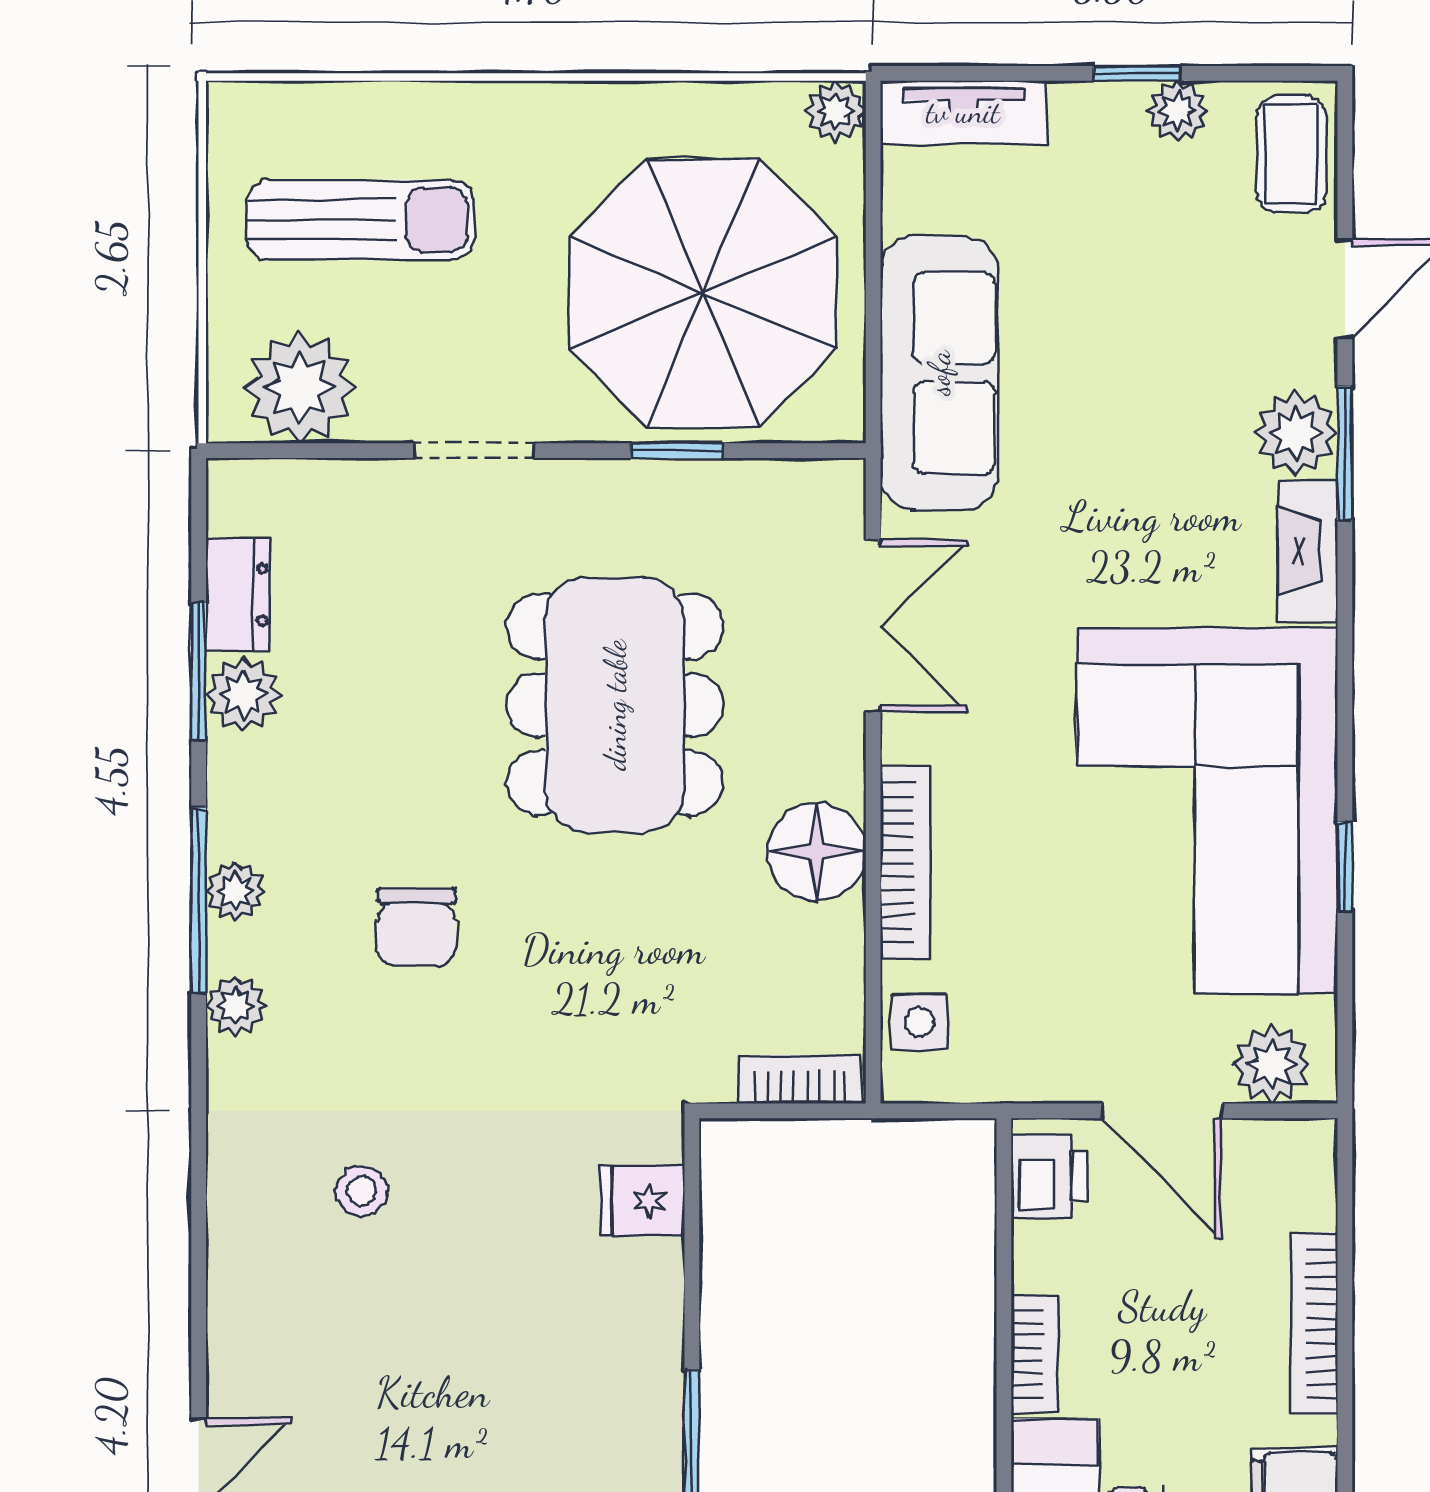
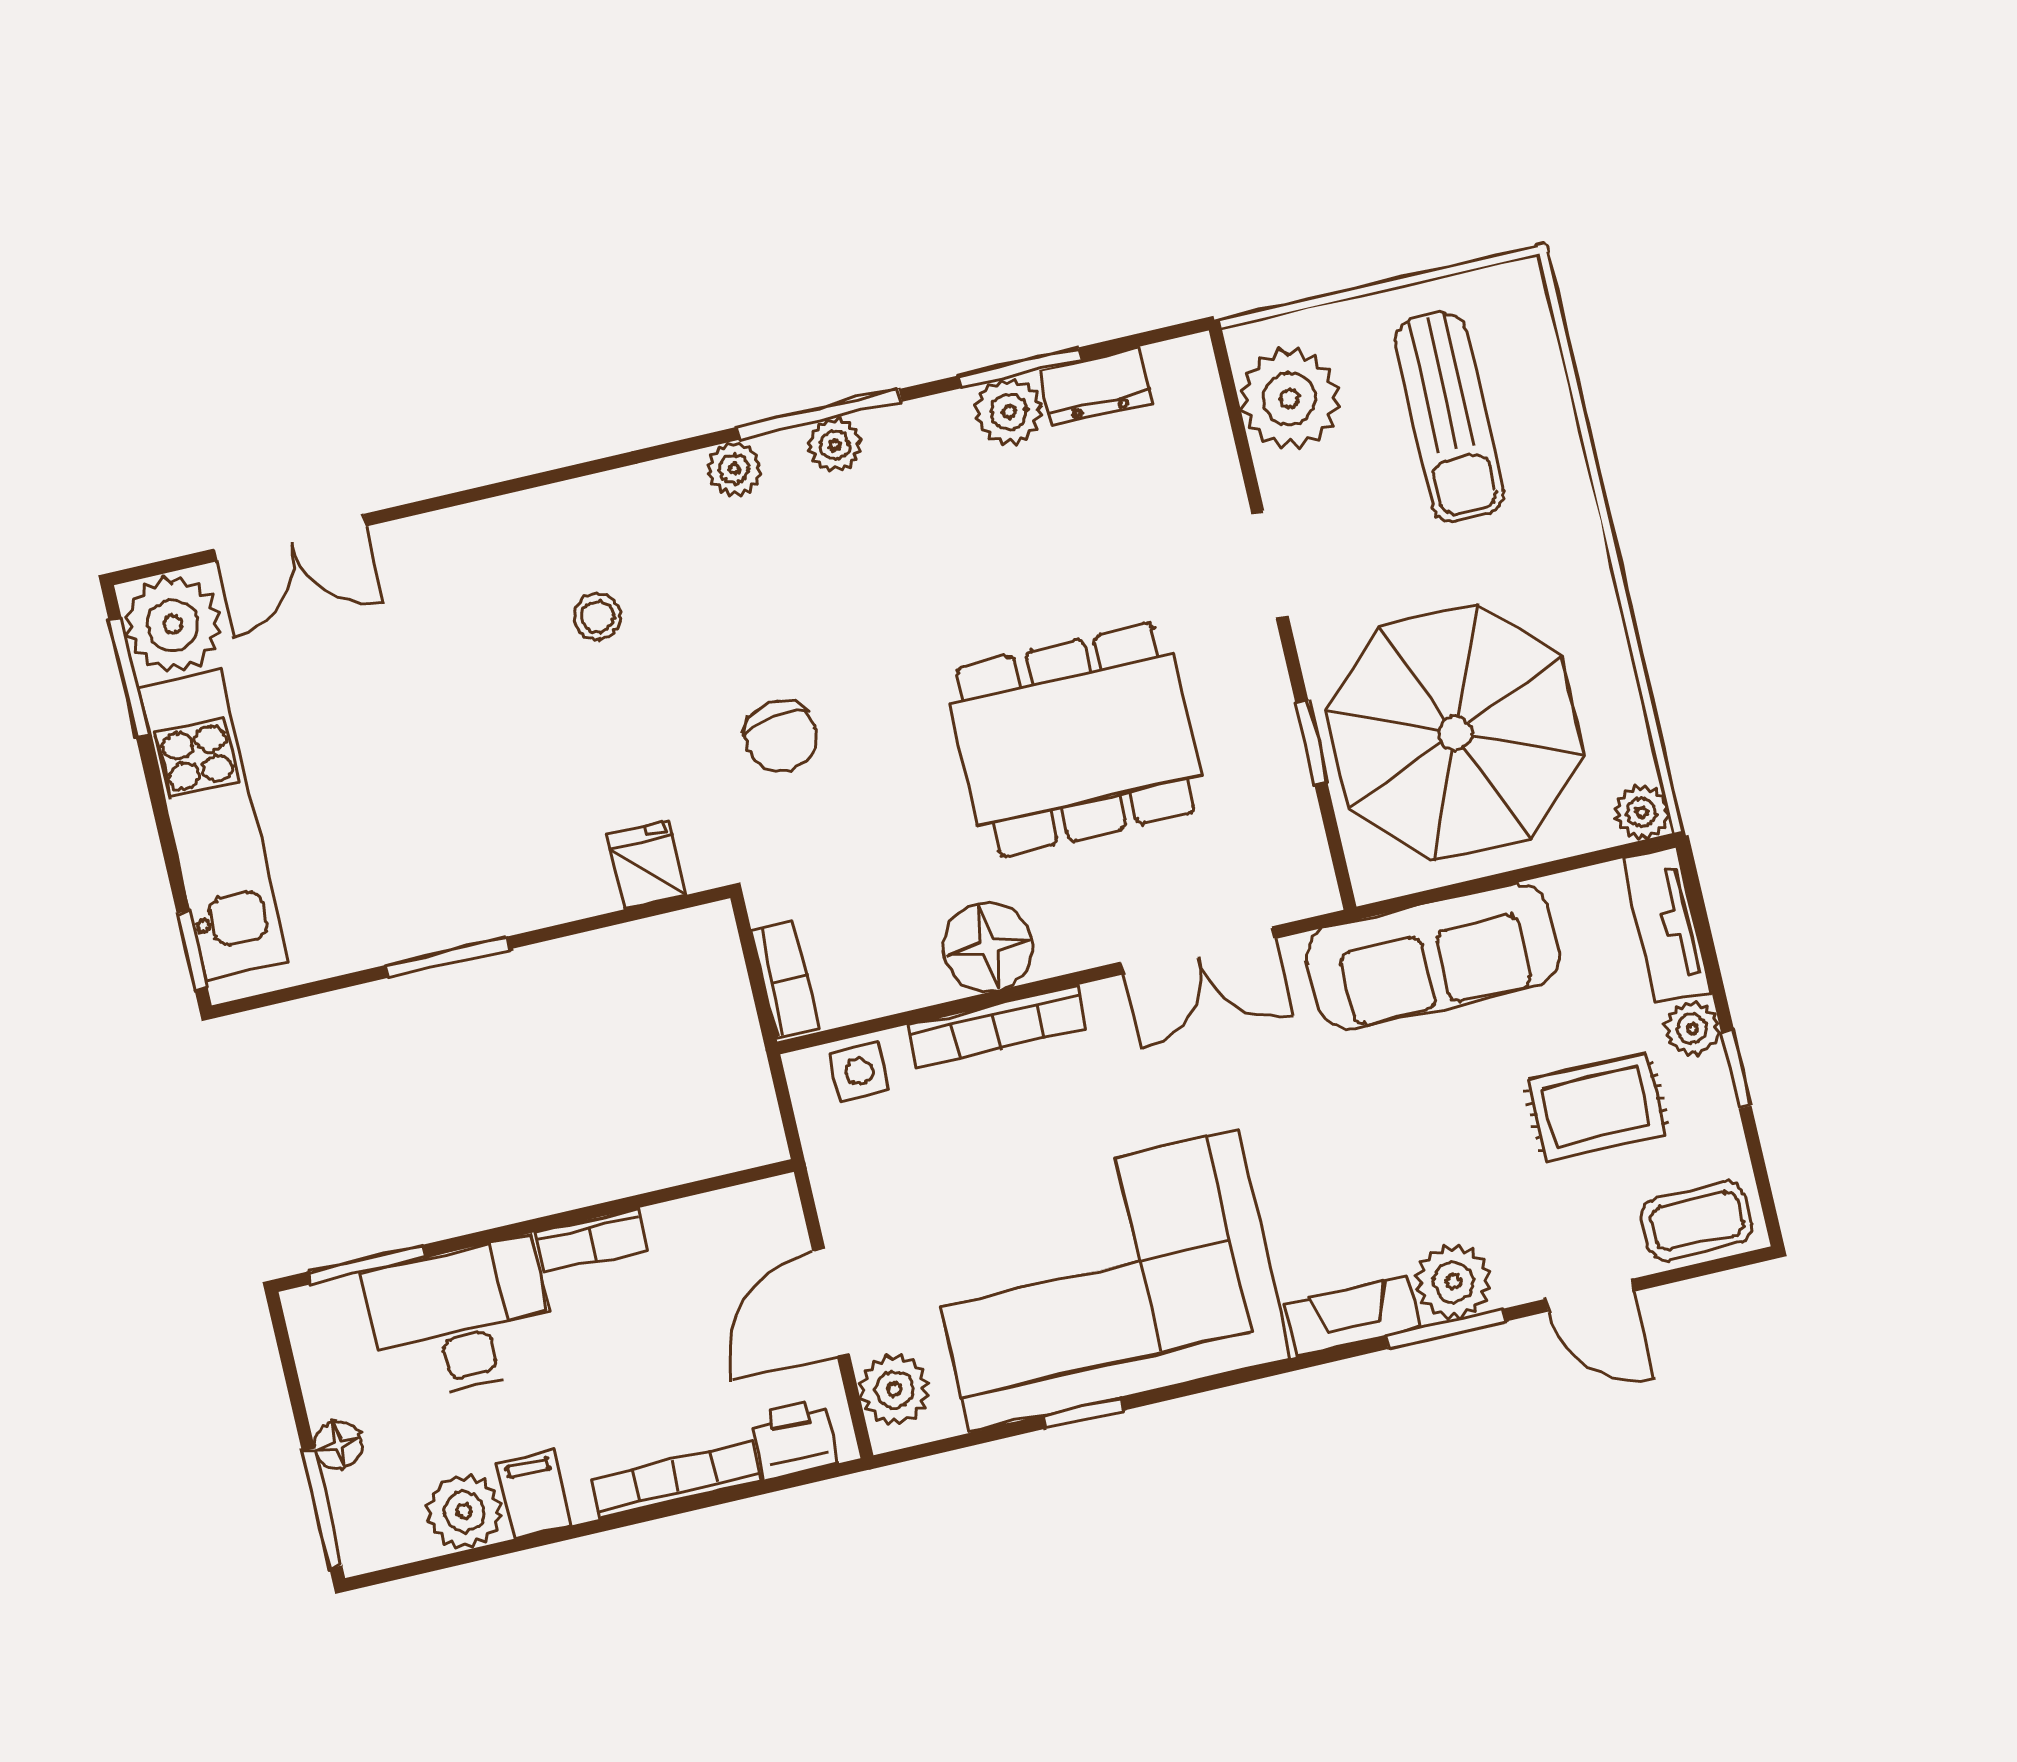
plant: (1177, 111) -> (1692, 1029), moved
rug: (1143, 234) -> (1596, 1107), added
chair: (416, 927) -> (781, 736), moved, turned -96
printer: (1049, 1177) -> (794, 1439), moved, turned 180

